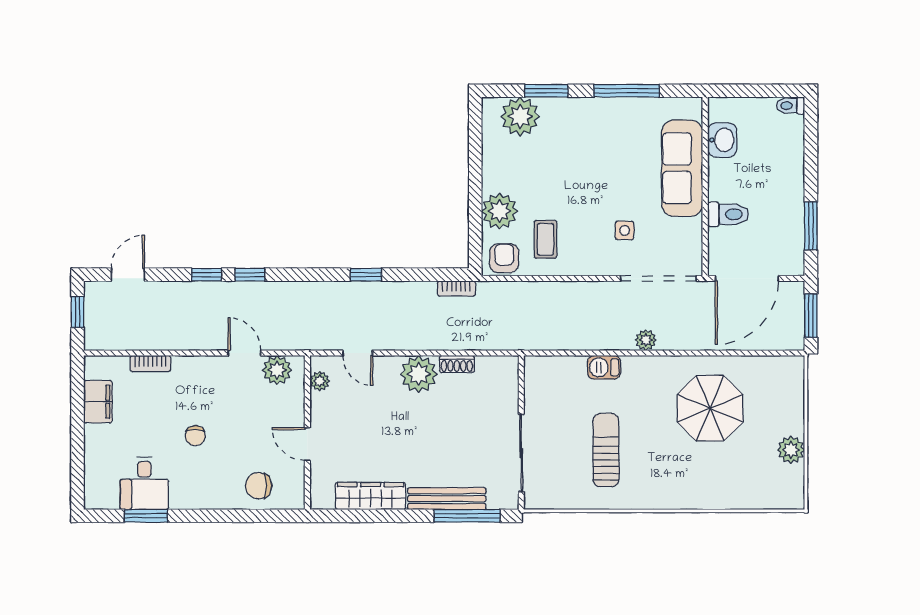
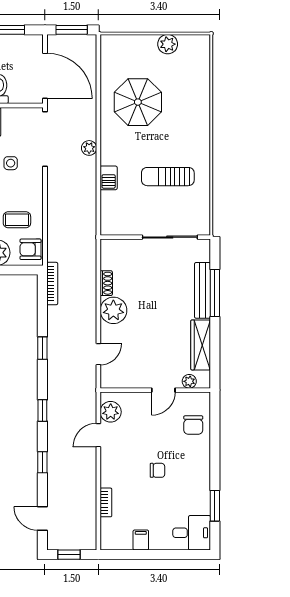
window: (250, 275) -> (42, 411), moved
bookcase: (456, 289) -> (52, 284), width x1.56
plant: (320, 381) -> (189, 381), moved
filing cabinet: (98, 402) -> (141, 540), width x0.50
desk: (144, 483) -> (192, 533), moved
window: (467, 516) -> (215, 293), moved

